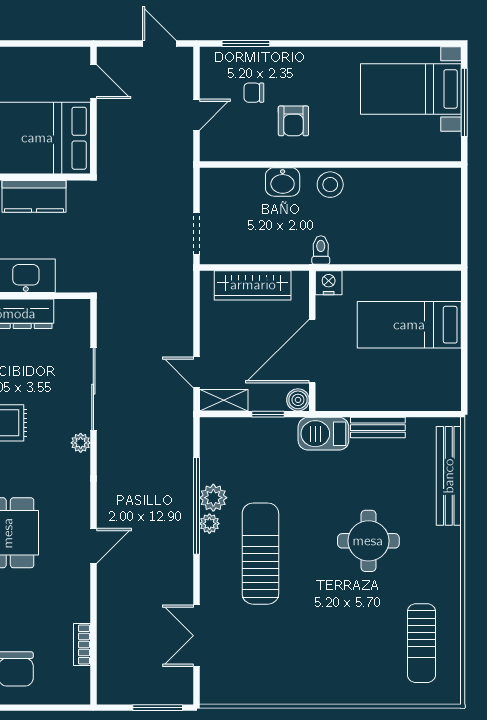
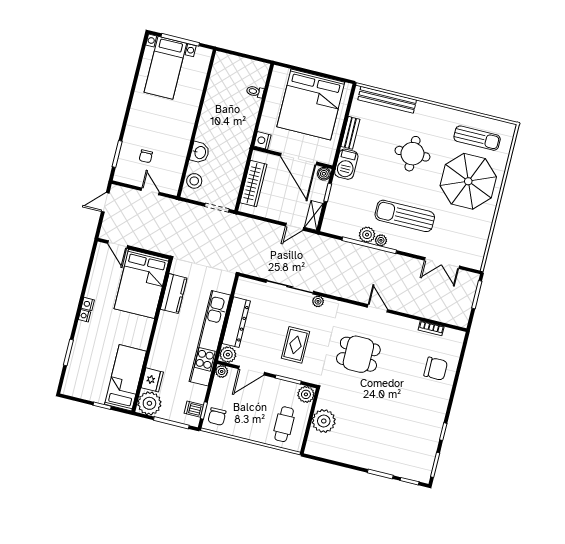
door: (93, 82) -> (118, 244), swing flipped
armchair: (293, 121) -> (167, 138), removed
stool: (330, 185) -> (194, 181), moved
toilet: (321, 250) -> (255, 92), moved
bed: (409, 325) -> (311, 105), width x2.04
parasol: (345, 646) -> (468, 181), added

